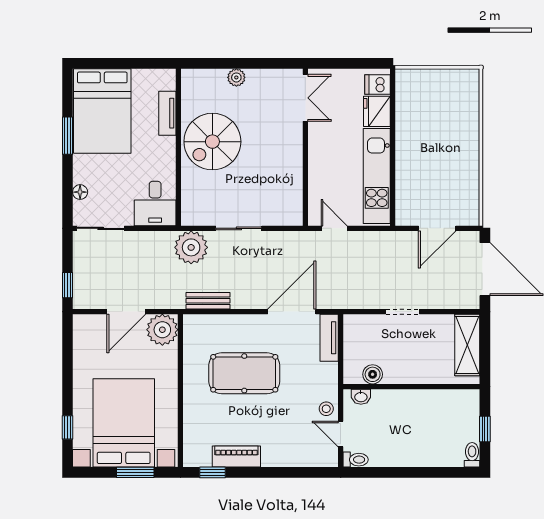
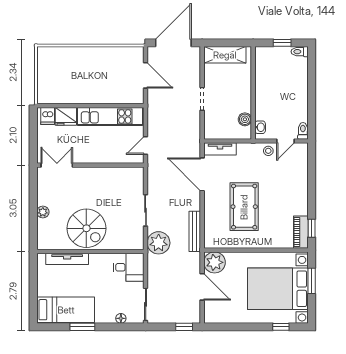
bed: (102, 111) -> (66, 310), width x0.67
tv unit: (167, 113) -> (67, 259), width x1.41
bench: (208, 301) -> (195, 231), width x1.36
piano: (236, 457) -> (301, 232), moved

